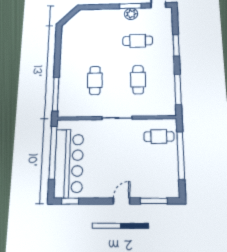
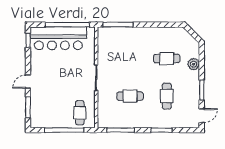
plant: (131, 14) -> (194, 64), moved
cafe table: (95, 80) -> (167, 59), moved
door: (122, 201) -> (28, 82), swing flipped

